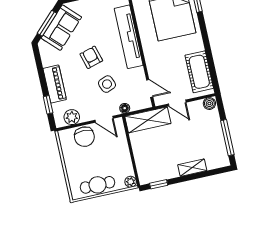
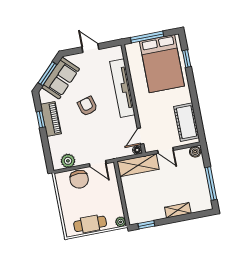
piano: (55, 84) -> (51, 119), moved
side table: (107, 84) -> (101, 131), removed
door: (150, 88) -> (140, 136), swing flipped
window: (48, 105) -> (41, 119), moved
floor lamp: (125, 108) -> (137, 150), moved

